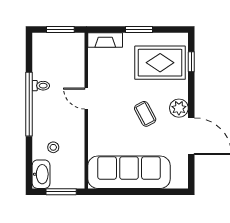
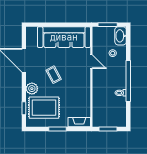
door: (86, 98) -> (91, 62), moved
plant: (179, 108) -> (32, 89), moved

